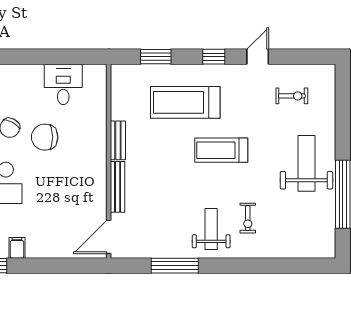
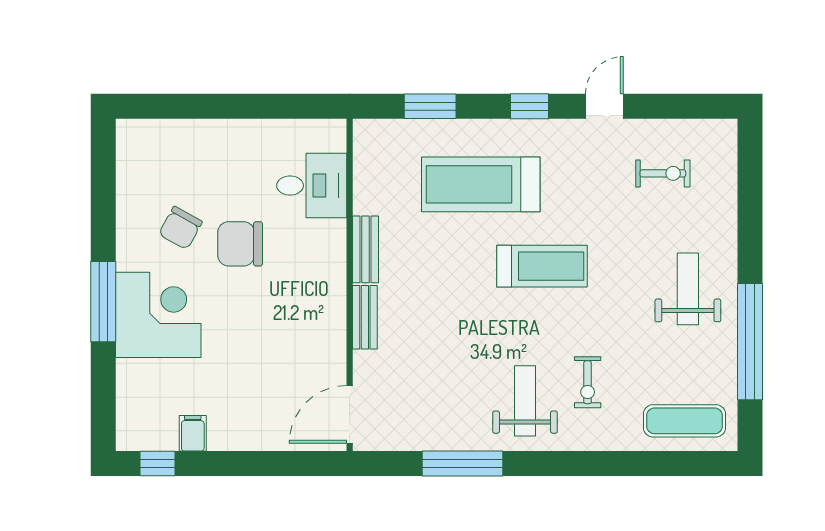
desk: (63, 84) -> (312, 186), moved, turned 90
treadmill: (221, 150) -> (542, 266), turned 180
weight bench: (306, 163) -> (688, 289), width x0.73, depth x0.75
bench: (118, 187) -> (365, 317), width x0.73
exercise mat: (304, 241) -> (684, 421), added

